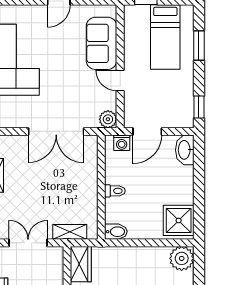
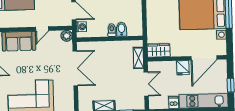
bidet: (116, 232) -> (121, 29), moved
double door: (28, 243) -> (146, 84), swing flipped

